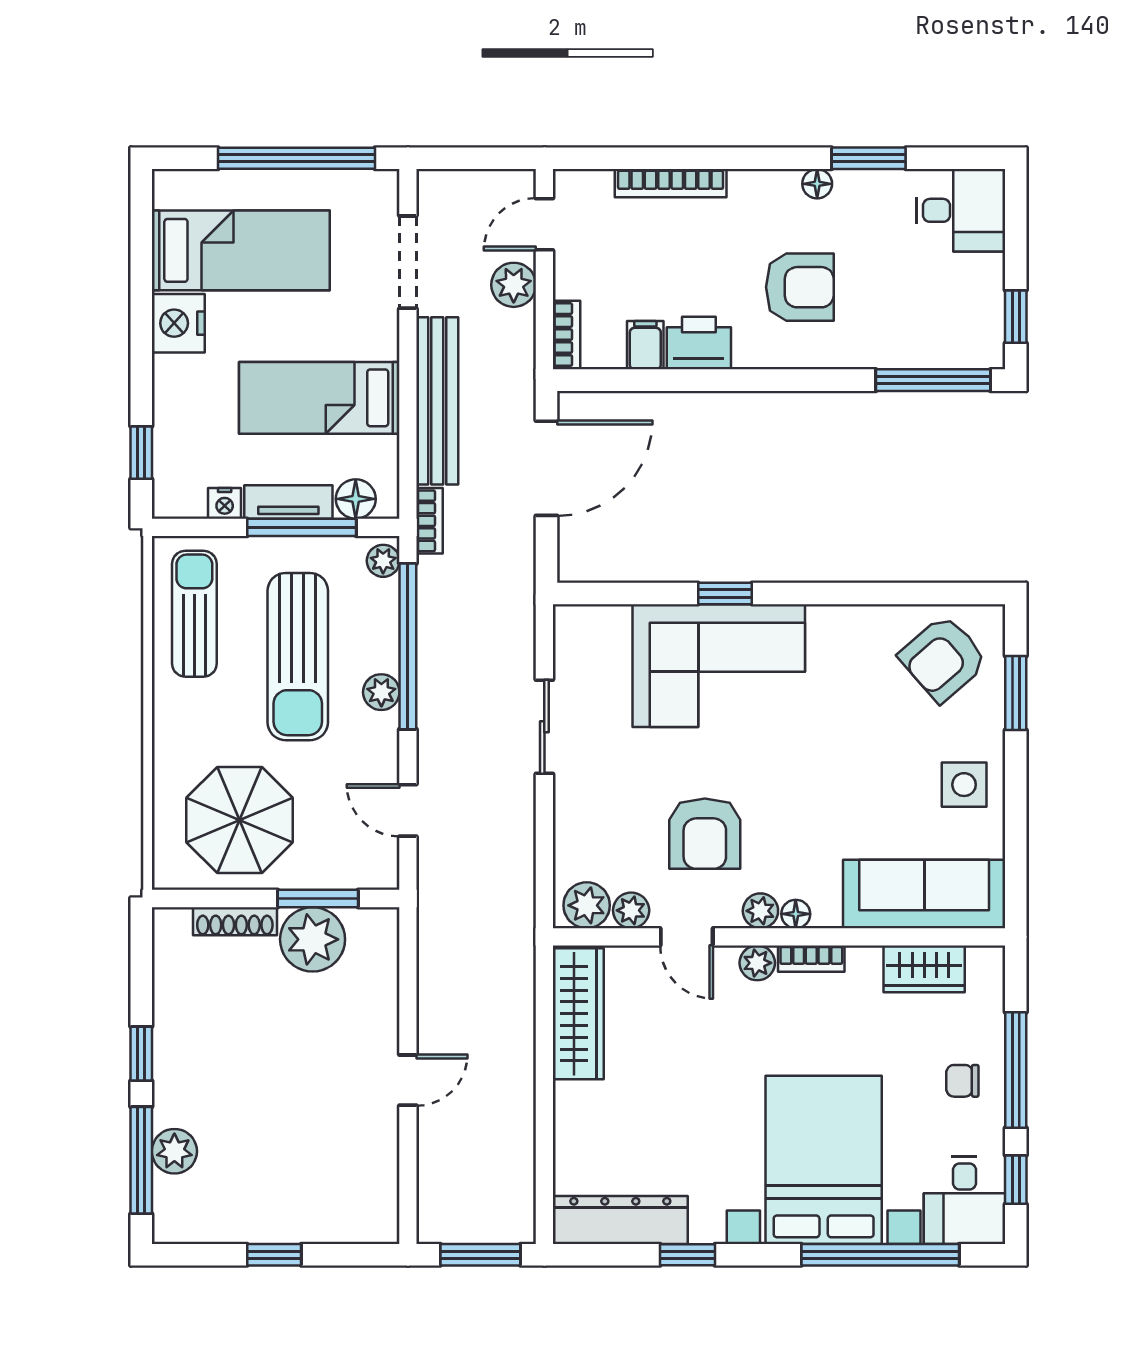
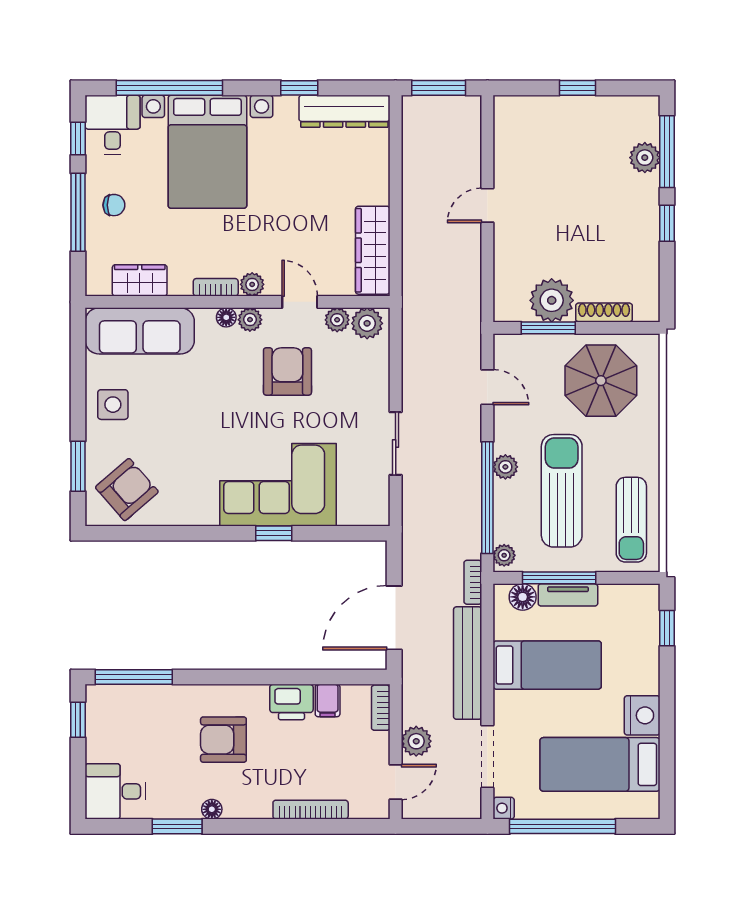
nightstand: (225, 503) -> (504, 808), moved, turned -90

